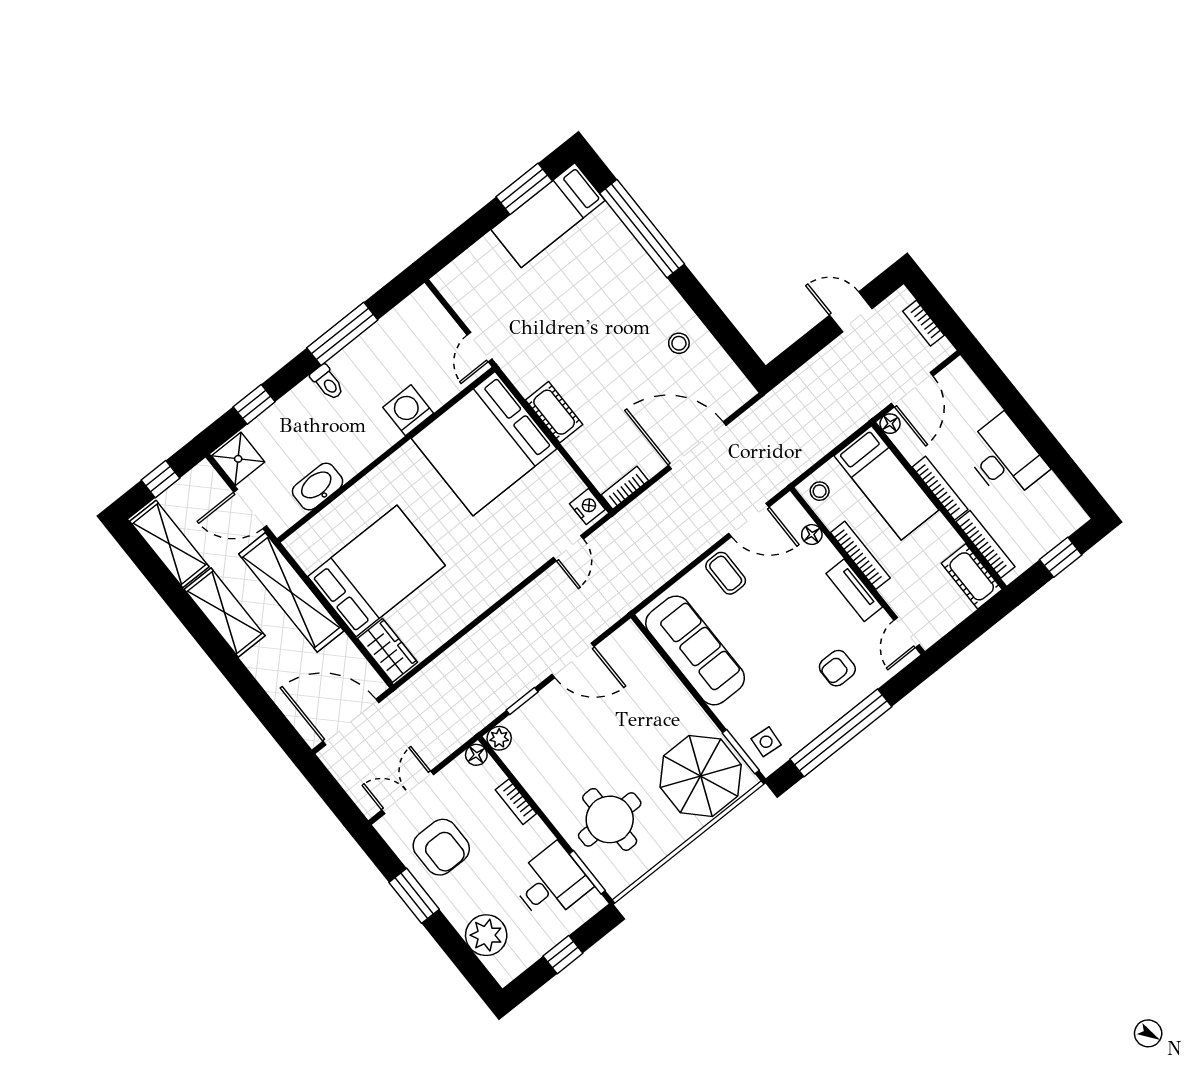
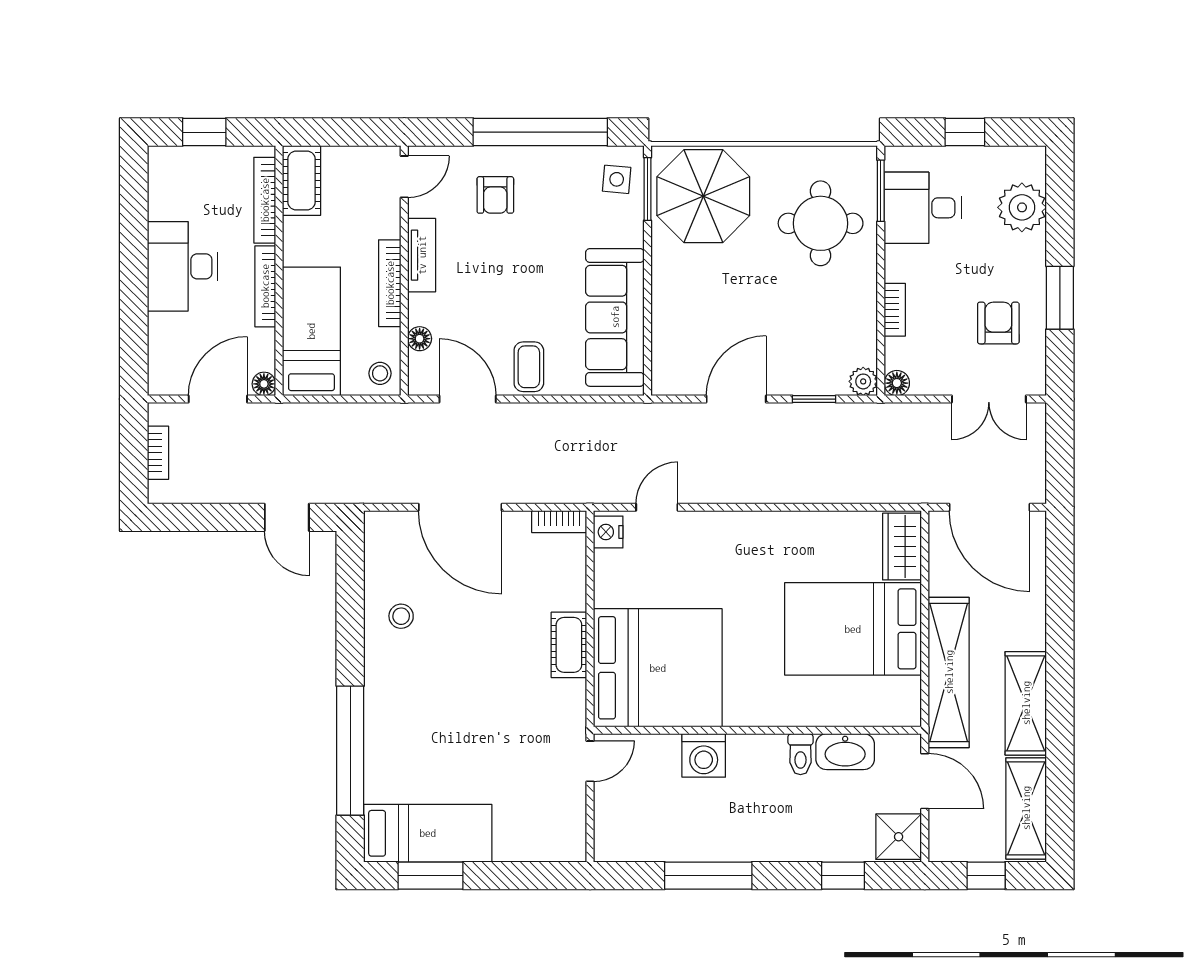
door: (851, 312) -> (287, 517), moved
toilet: (327, 382) -> (800, 754), moved, turned 180
door: (573, 660) -> (736, 399), hinge flipped
armchair: (837, 668) -> (495, 195), turned 90
armchair: (441, 847) -> (998, 323), width x0.72, depth x0.72

